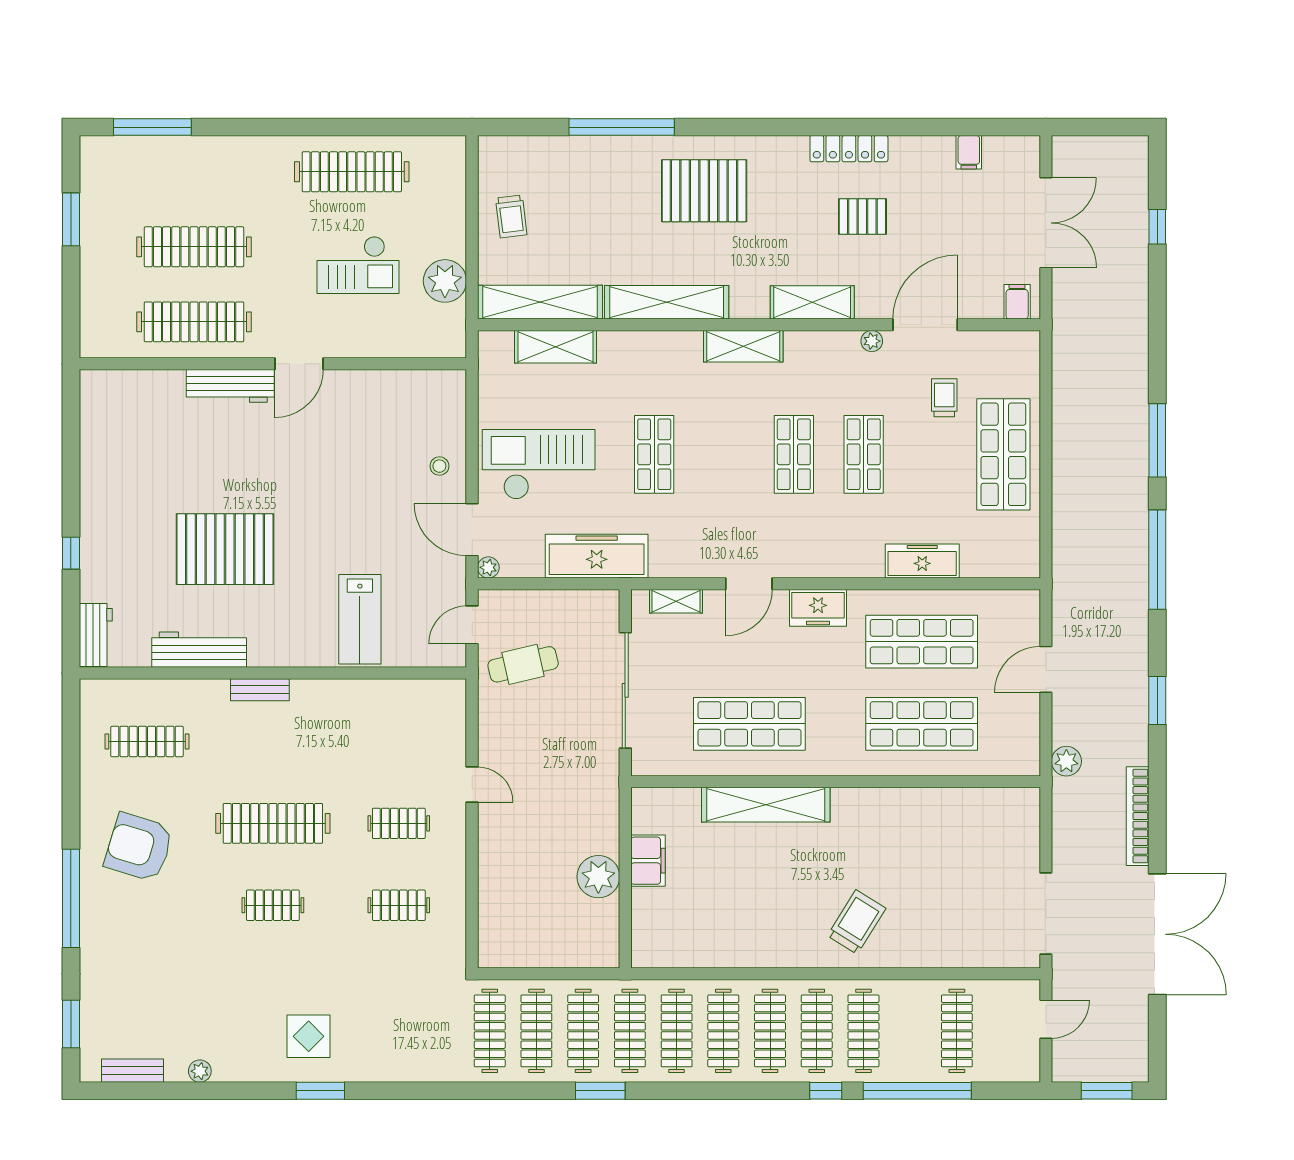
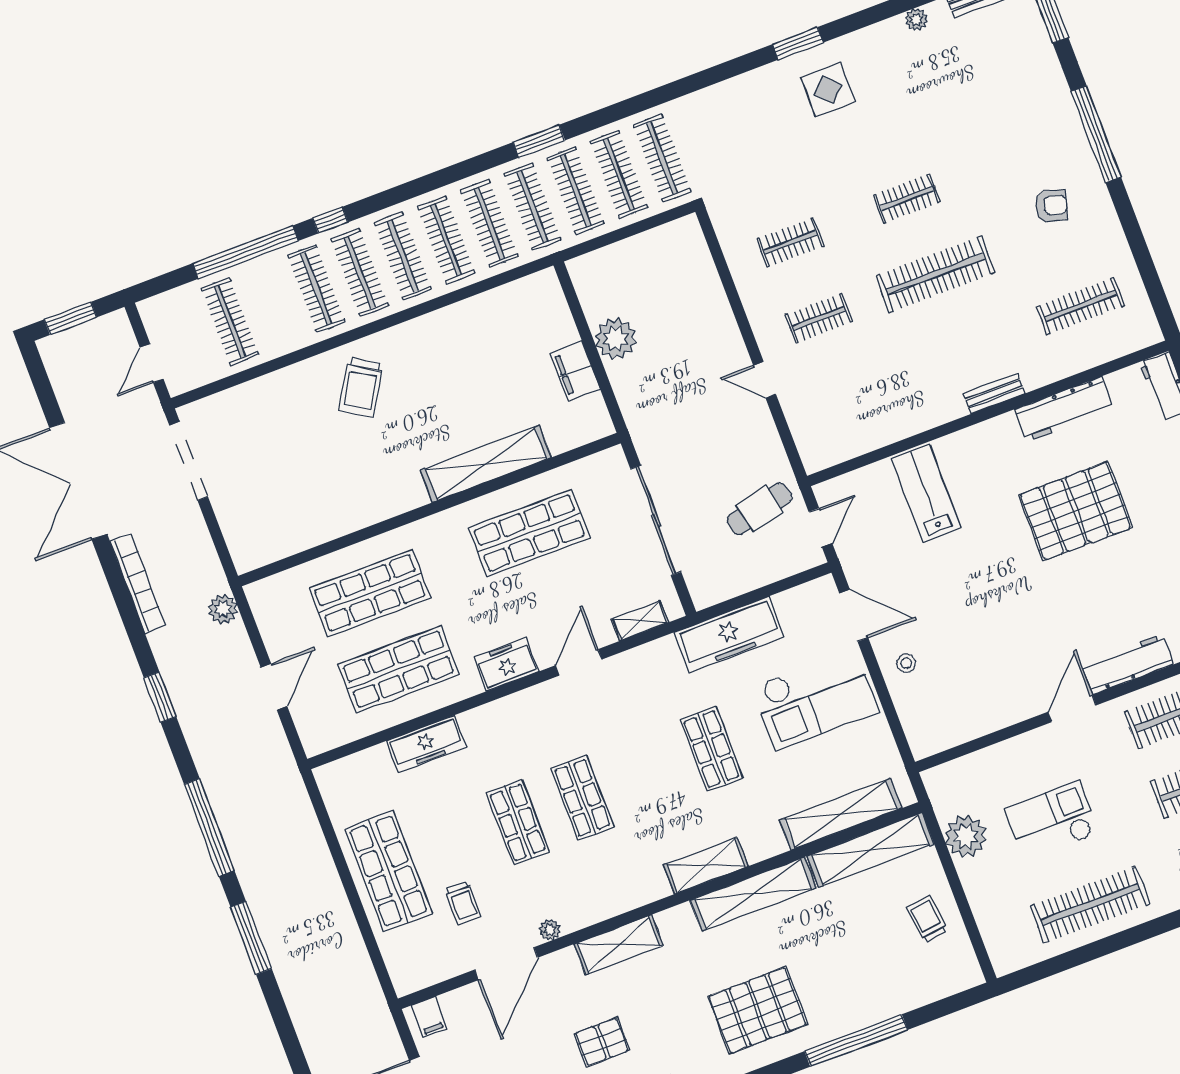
shelving: (743, 346) -> (706, 865), moved
shelving: (555, 347) -> (841, 814), width x1.47
plant: (488, 567) -> (825, 586), removed
armchair: (139, 847) -> (1051, 205), width x0.53, depth x0.53

